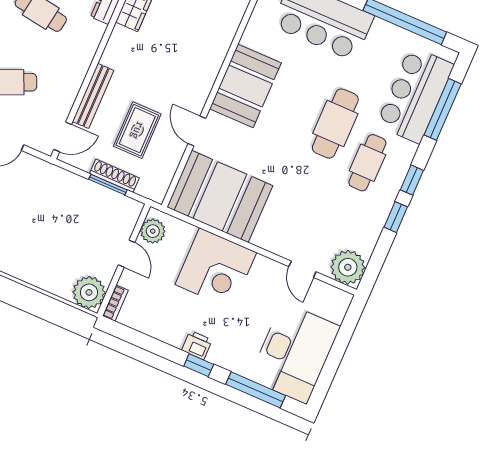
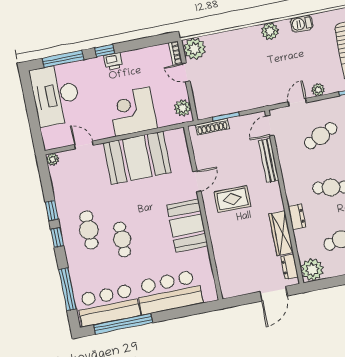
bar counter: (415, 95) -> (108, 305), moved, turned -90
cafe table: (335, 124) -> (122, 239), width x0.73, depth x0.74
rug: (137, 130) -> (232, 199), moved, turned 90
door: (197, 131) -> (197, 181), hinge flipped
shoe rack: (114, 176) -> (212, 127), moved
booth: (220, 196) -> (137, 158), moved
door: (127, 254) -> (186, 72), moved
plant: (348, 267) -> (53, 159), width x0.53, depth x0.53

